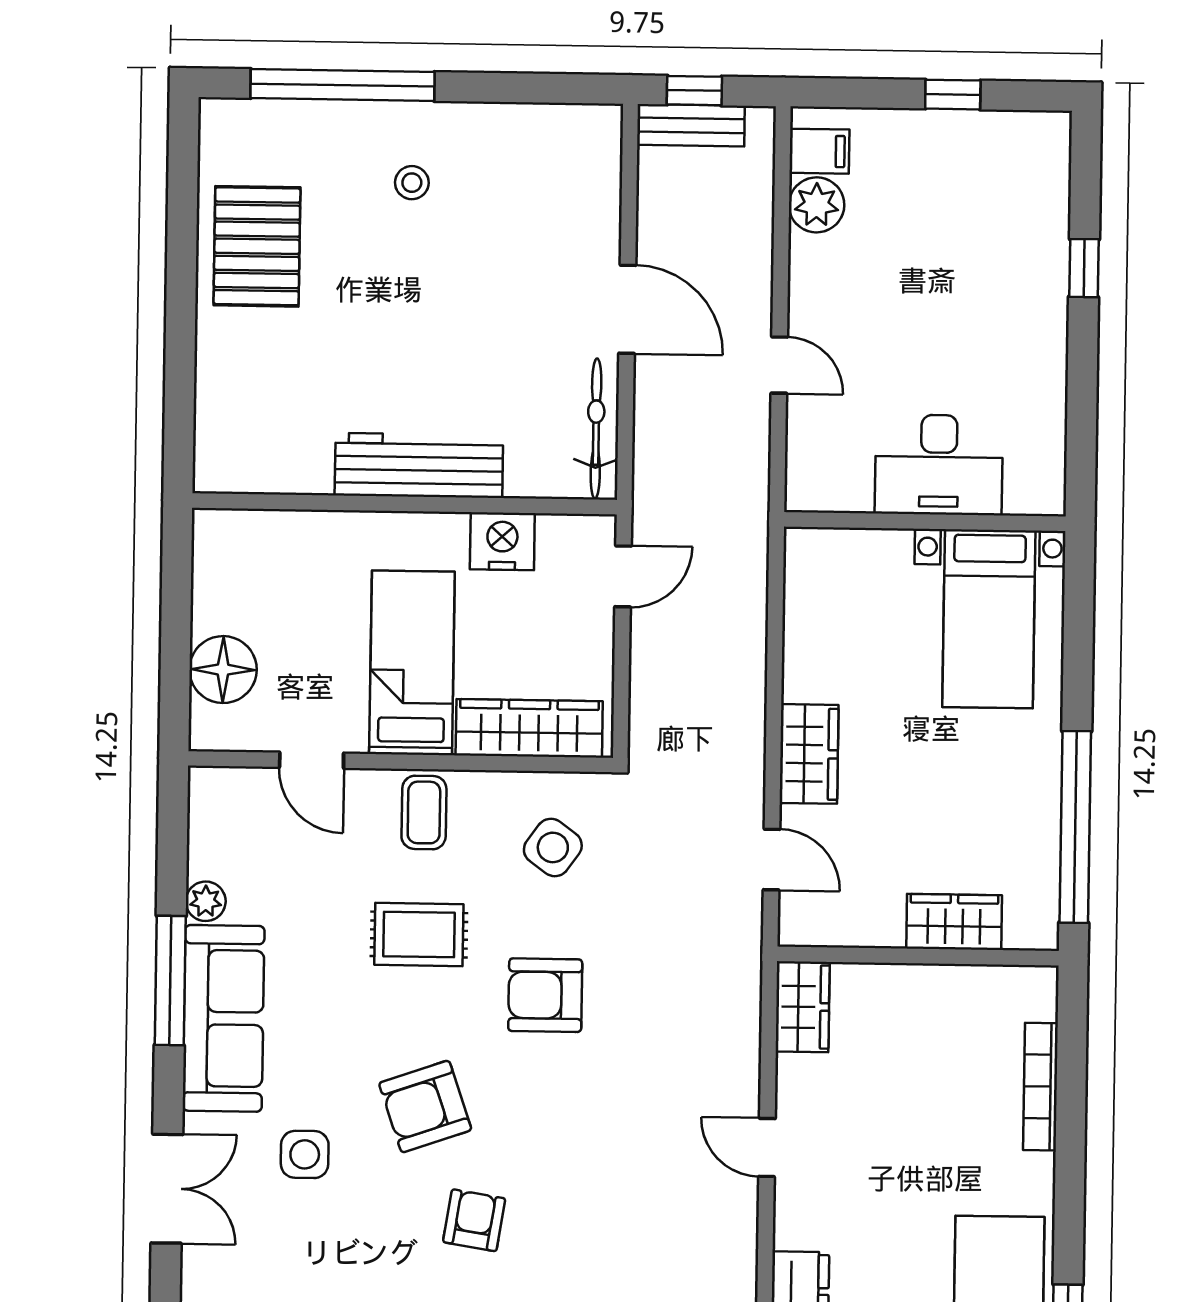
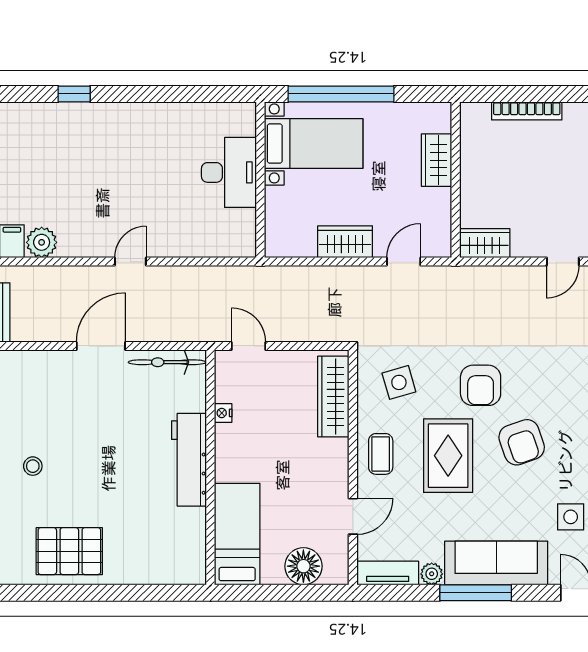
desk: (939, 465) -> (229, 172), moved
wall: (925, 522) -> (260, 180), moved
nightstand: (502, 541) -> (223, 413), width x0.53, depth x0.56
bed with nightstands: (989, 619) -> (314, 143), moved
bed: (412, 663) -> (237, 534), moved, turned 90
coffee table: (424, 812) -> (381, 454), turned 90
tv unit: (208, 822) -> (388, 573), added
window: (1075, 827) -> (341, 94), moved
side table: (553, 847) -> (399, 382), turned 38
rug: (419, 934) -> (448, 456), width x1.36, depth x1.43
armchair: (425, 1106) -> (522, 442), moved

